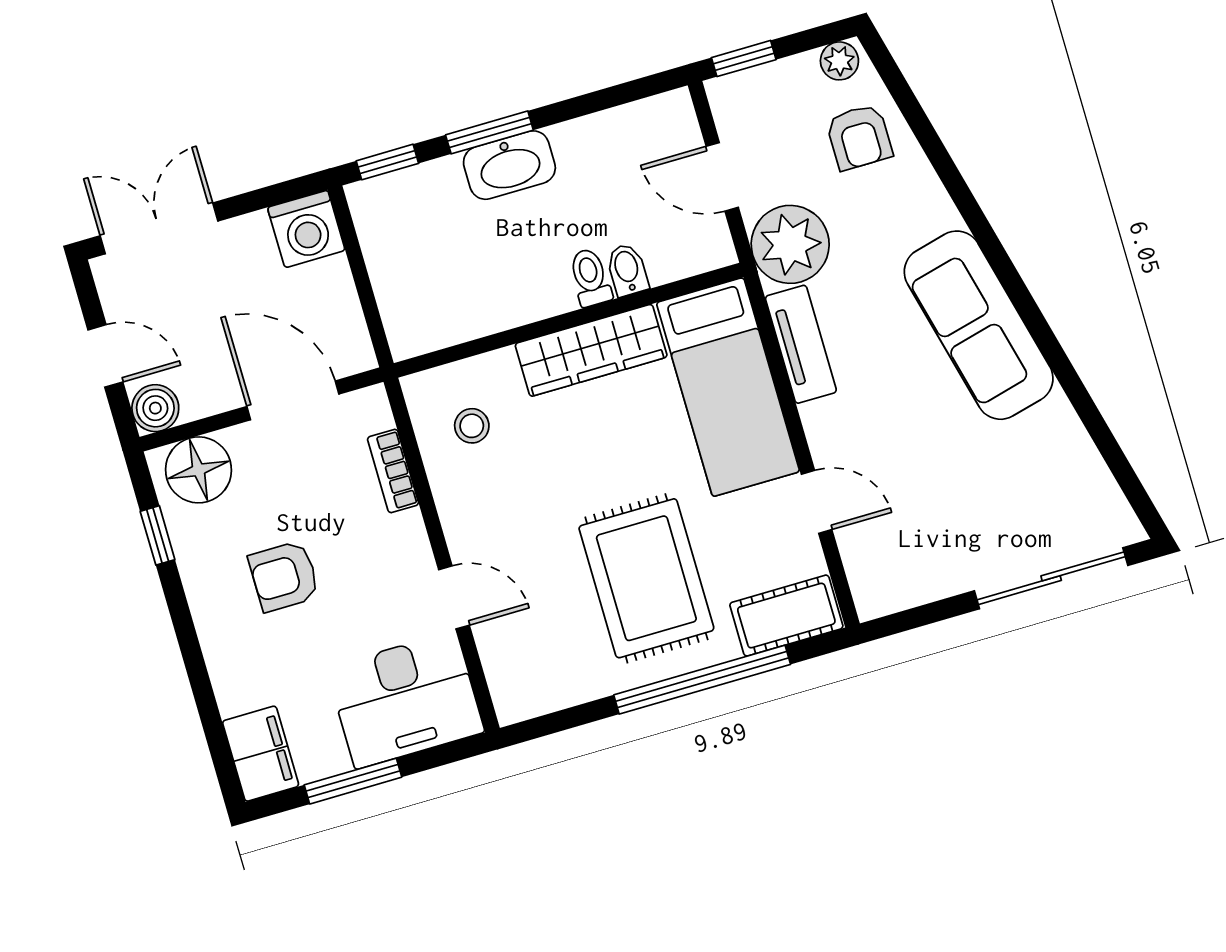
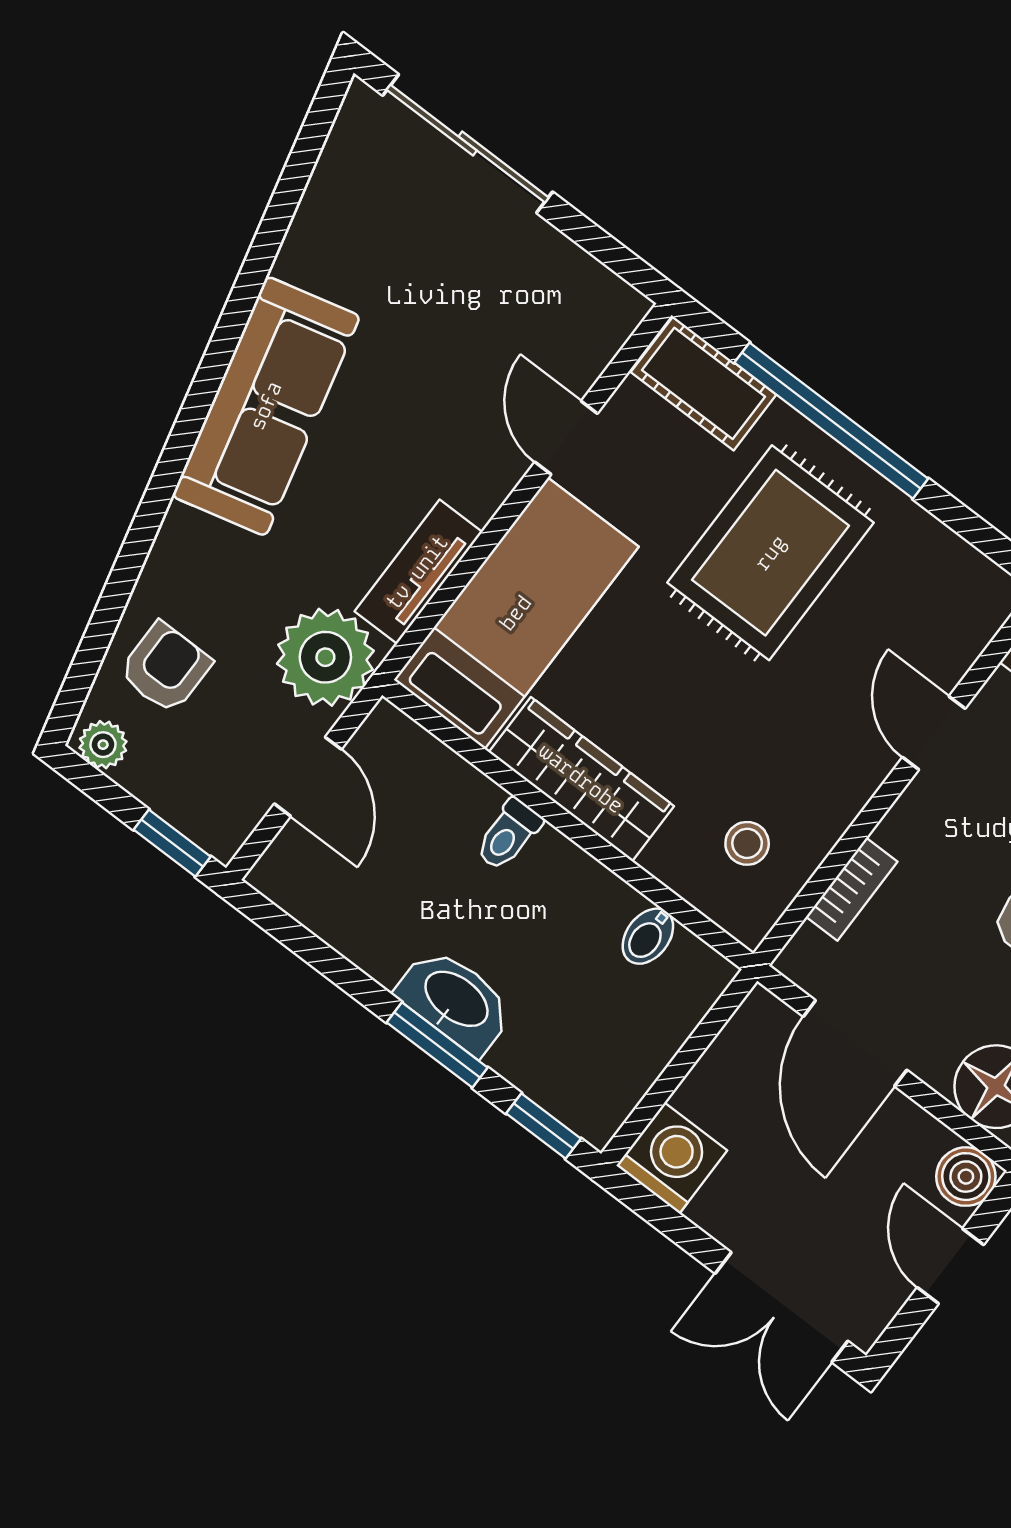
bidet: (627, 270) -> (648, 936), moved

